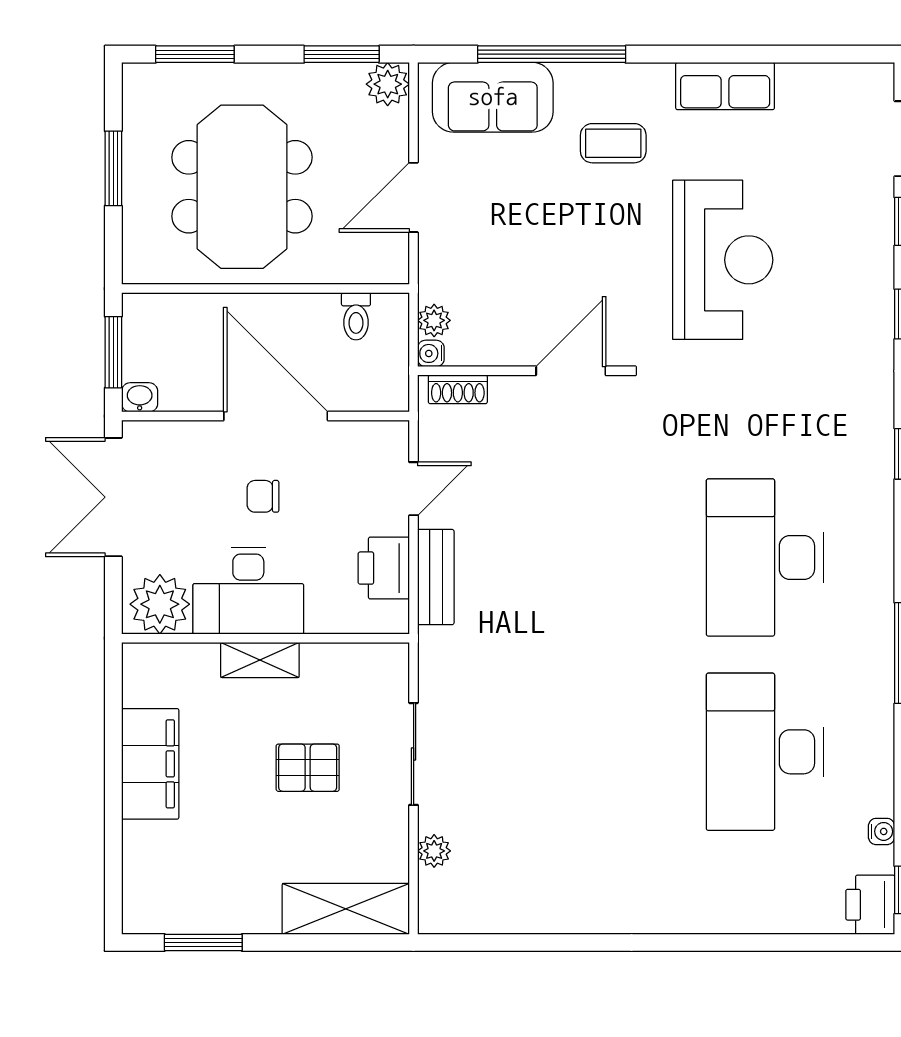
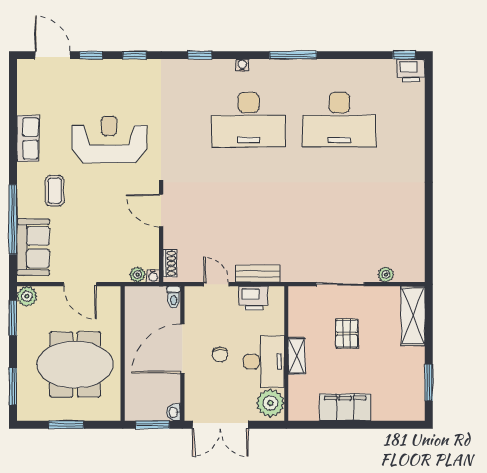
toilet: (356, 316) -> (174, 297), moved, turned 90
water cooler: (882, 831) -> (242, 65), moved

